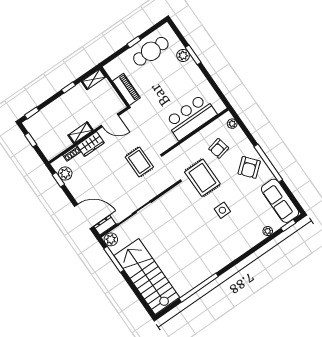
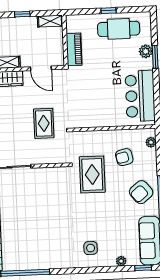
bar counter: (191, 117) -> (140, 96), moved, turned -90
side table: (222, 210) -> (91, 248), moved

